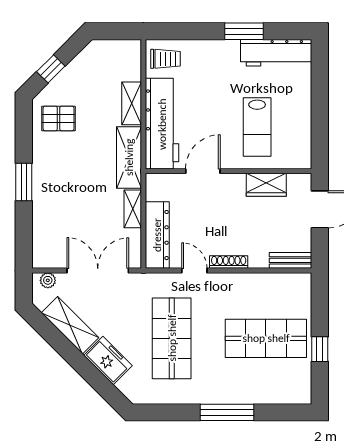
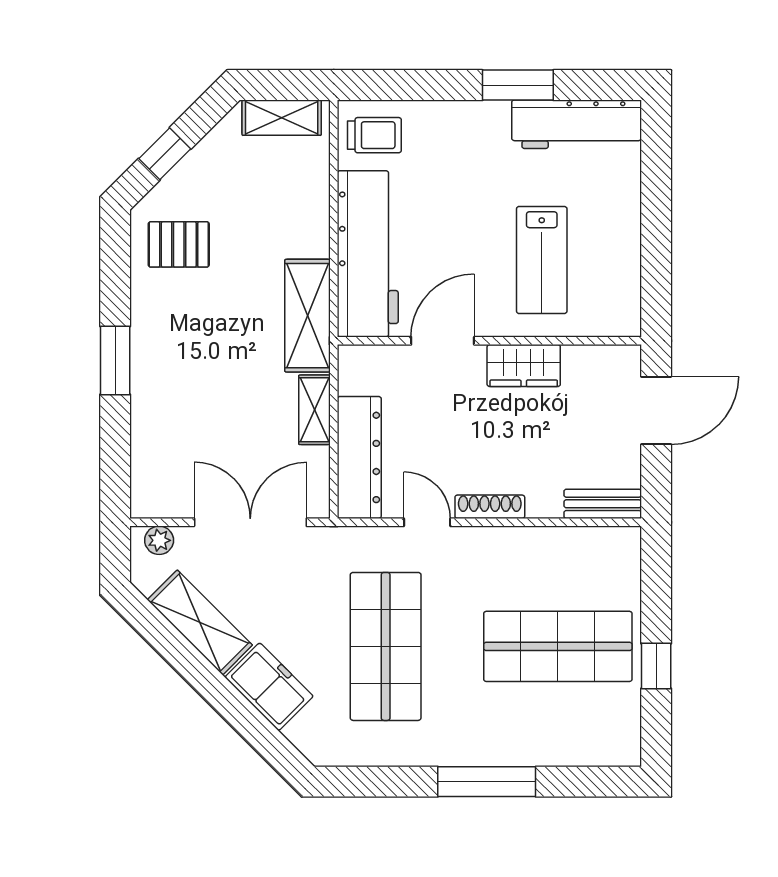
shelving: (132, 103) -> (282, 118), moved, turned 90
wardrobe: (266, 185) -> (524, 366), moved

